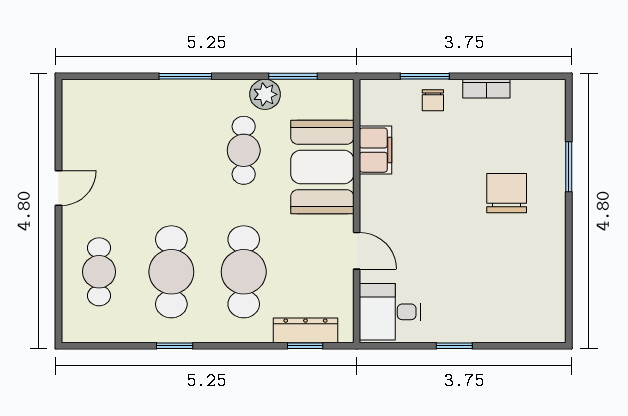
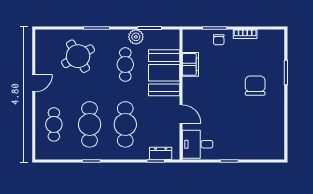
round table: (148, 134) -> (78, 56), added
dresser: (305, 330) -> (161, 153), width x0.70

